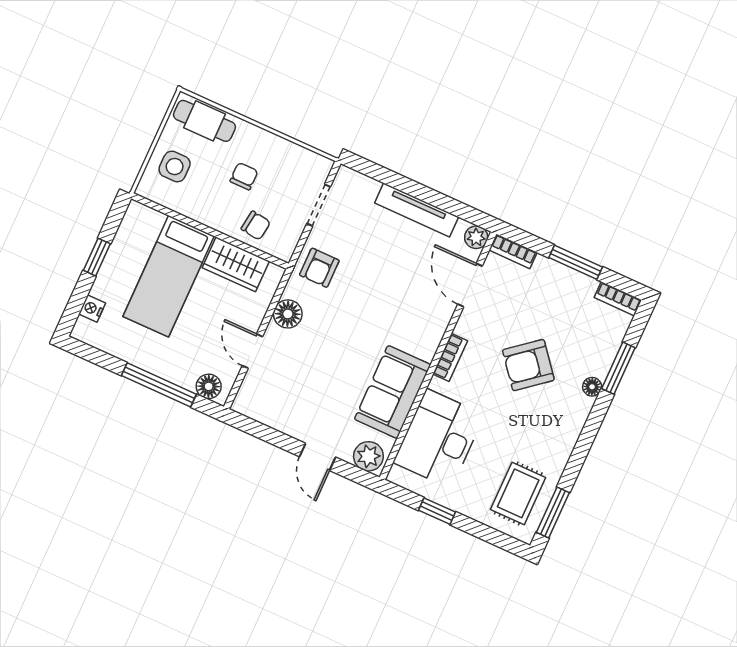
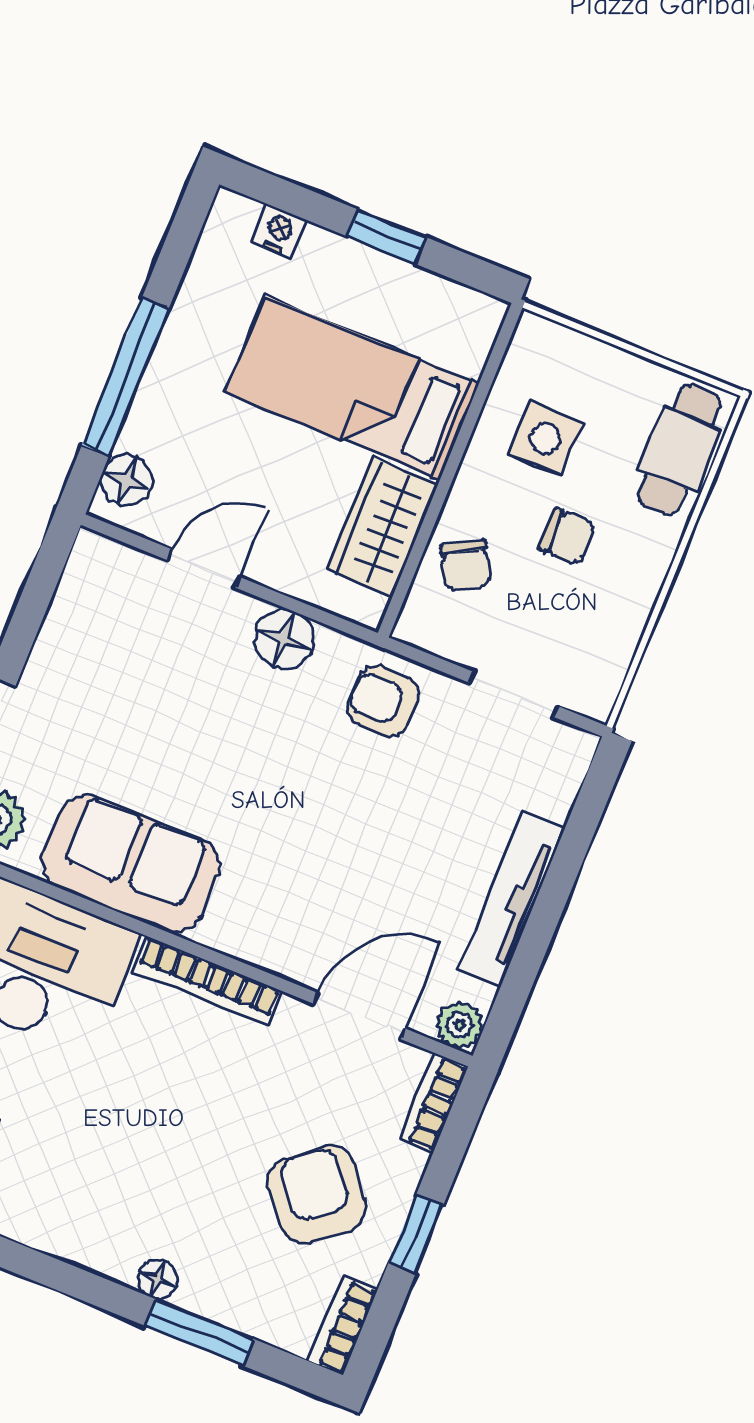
side table: (175, 167) -> (546, 438), moved
chair: (256, 226) -> (466, 565), turned -38
window: (576, 262) -> (416, 1234), width x0.67
bookcase: (450, 357) -> (207, 981), width x1.56
armchair: (528, 365) -> (317, 1195), moved

